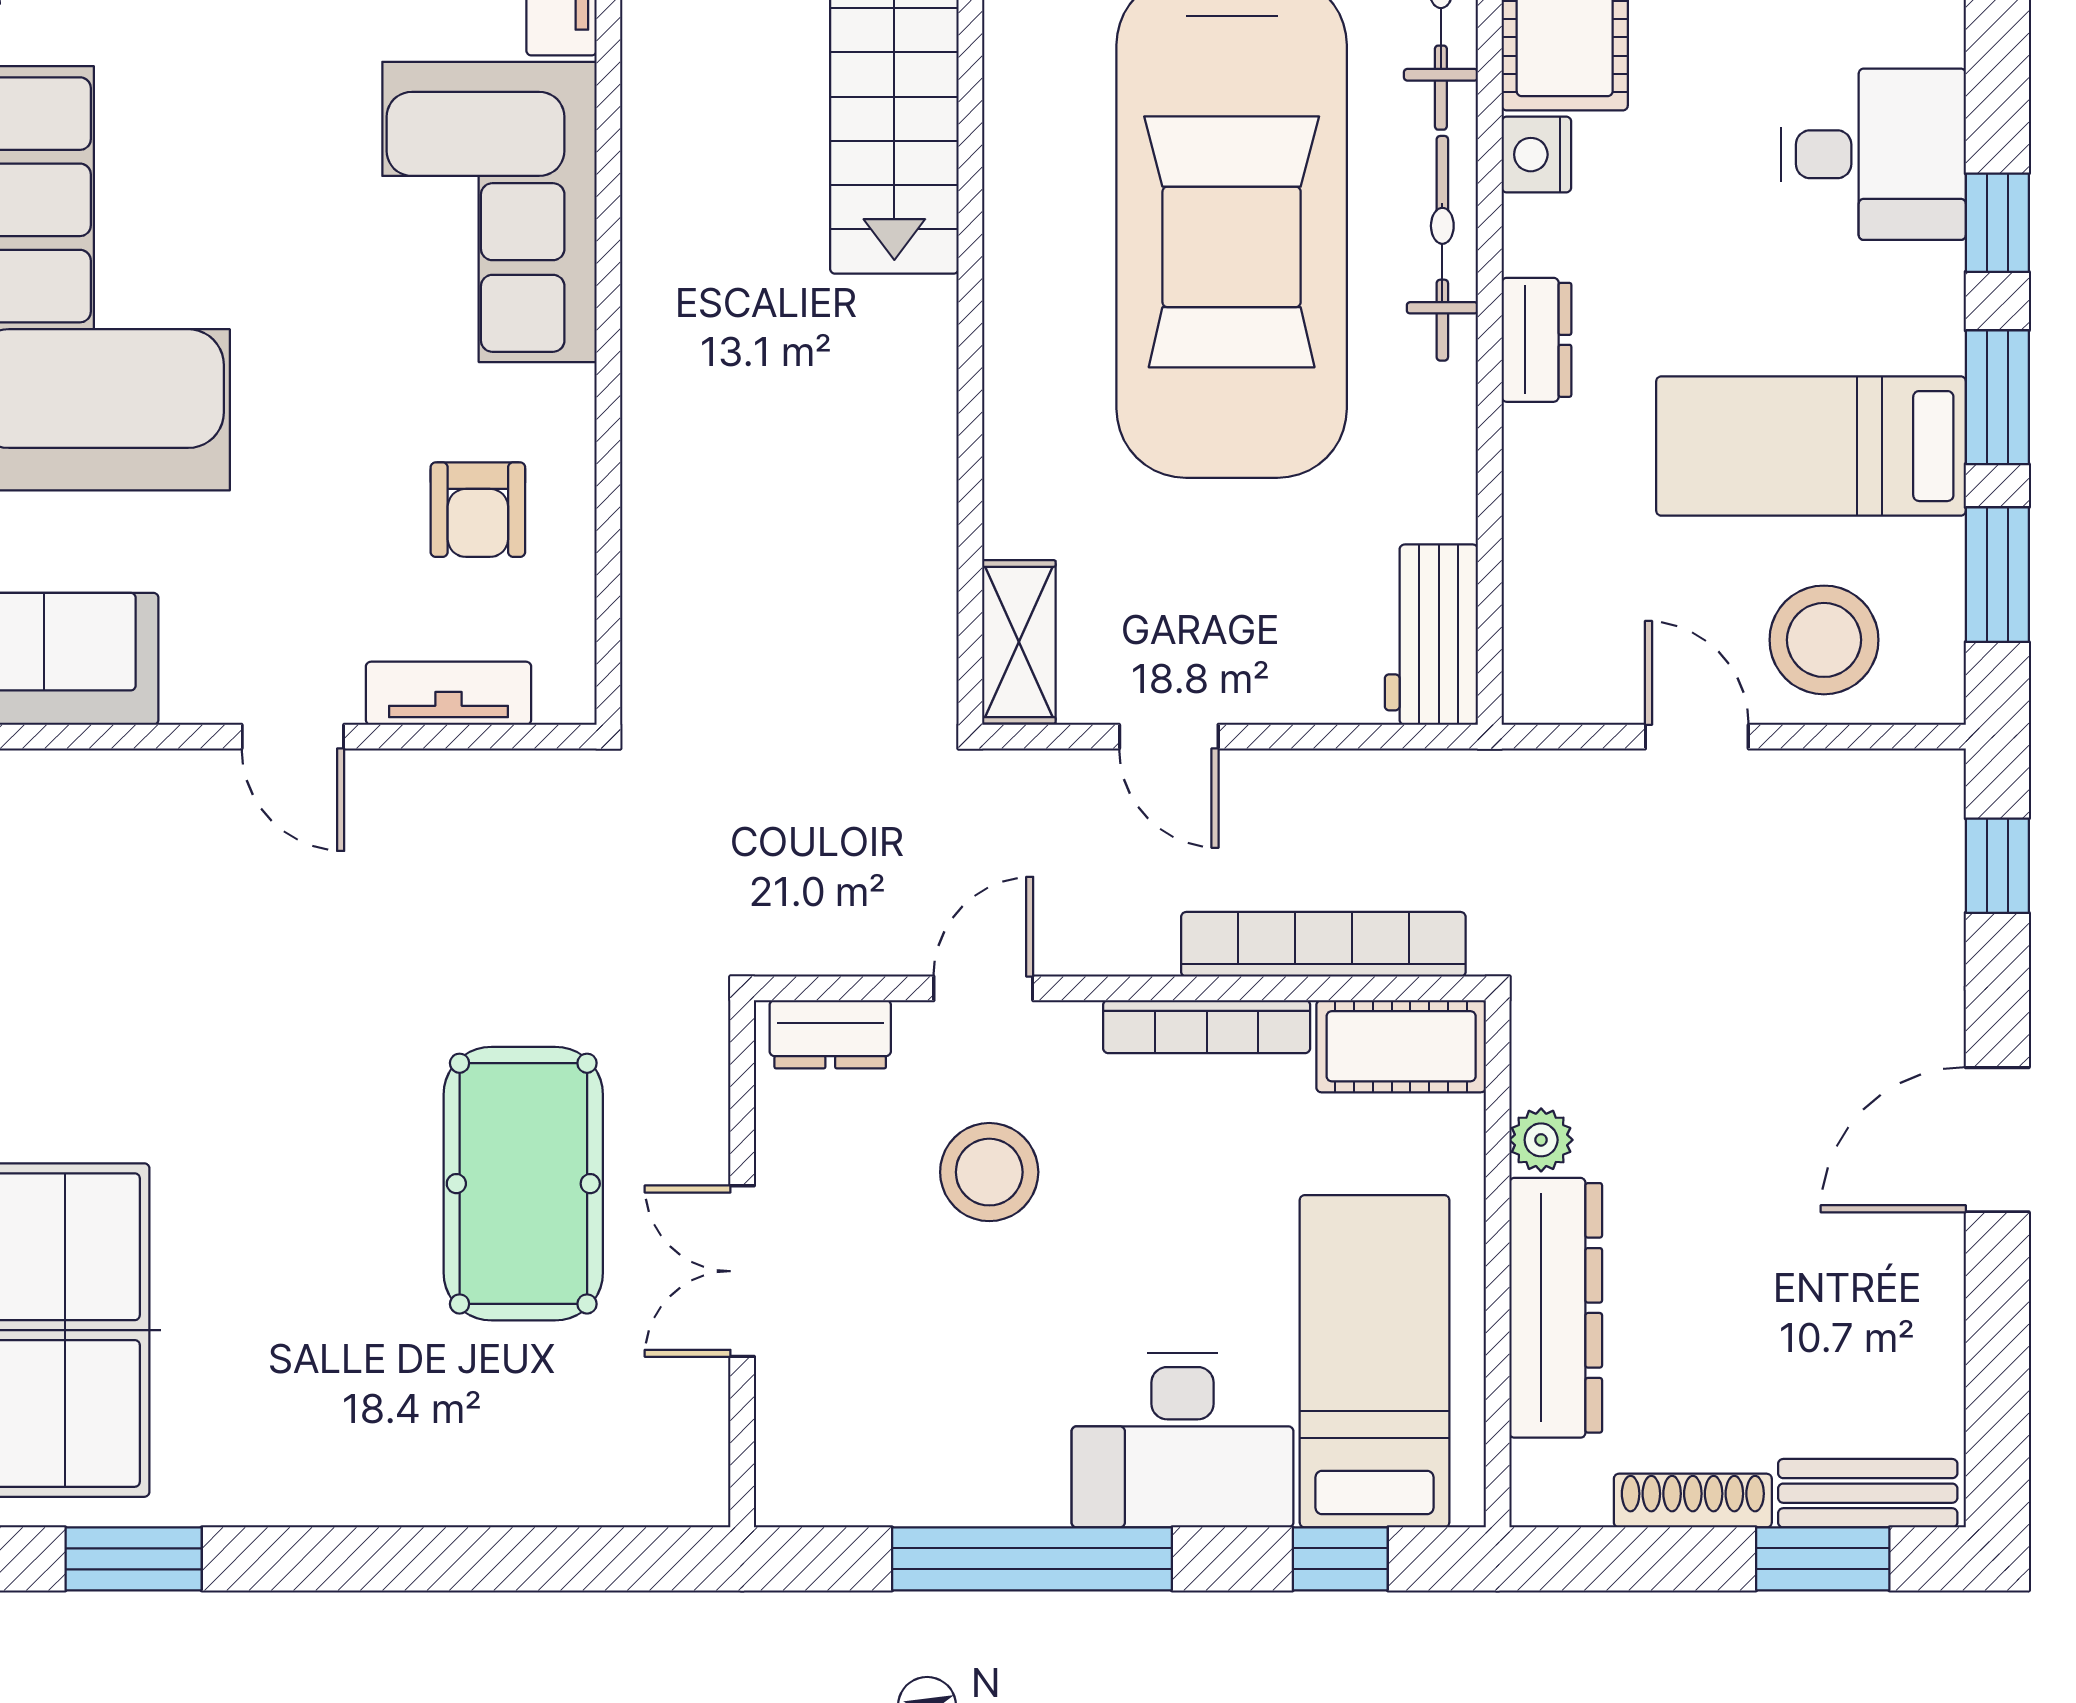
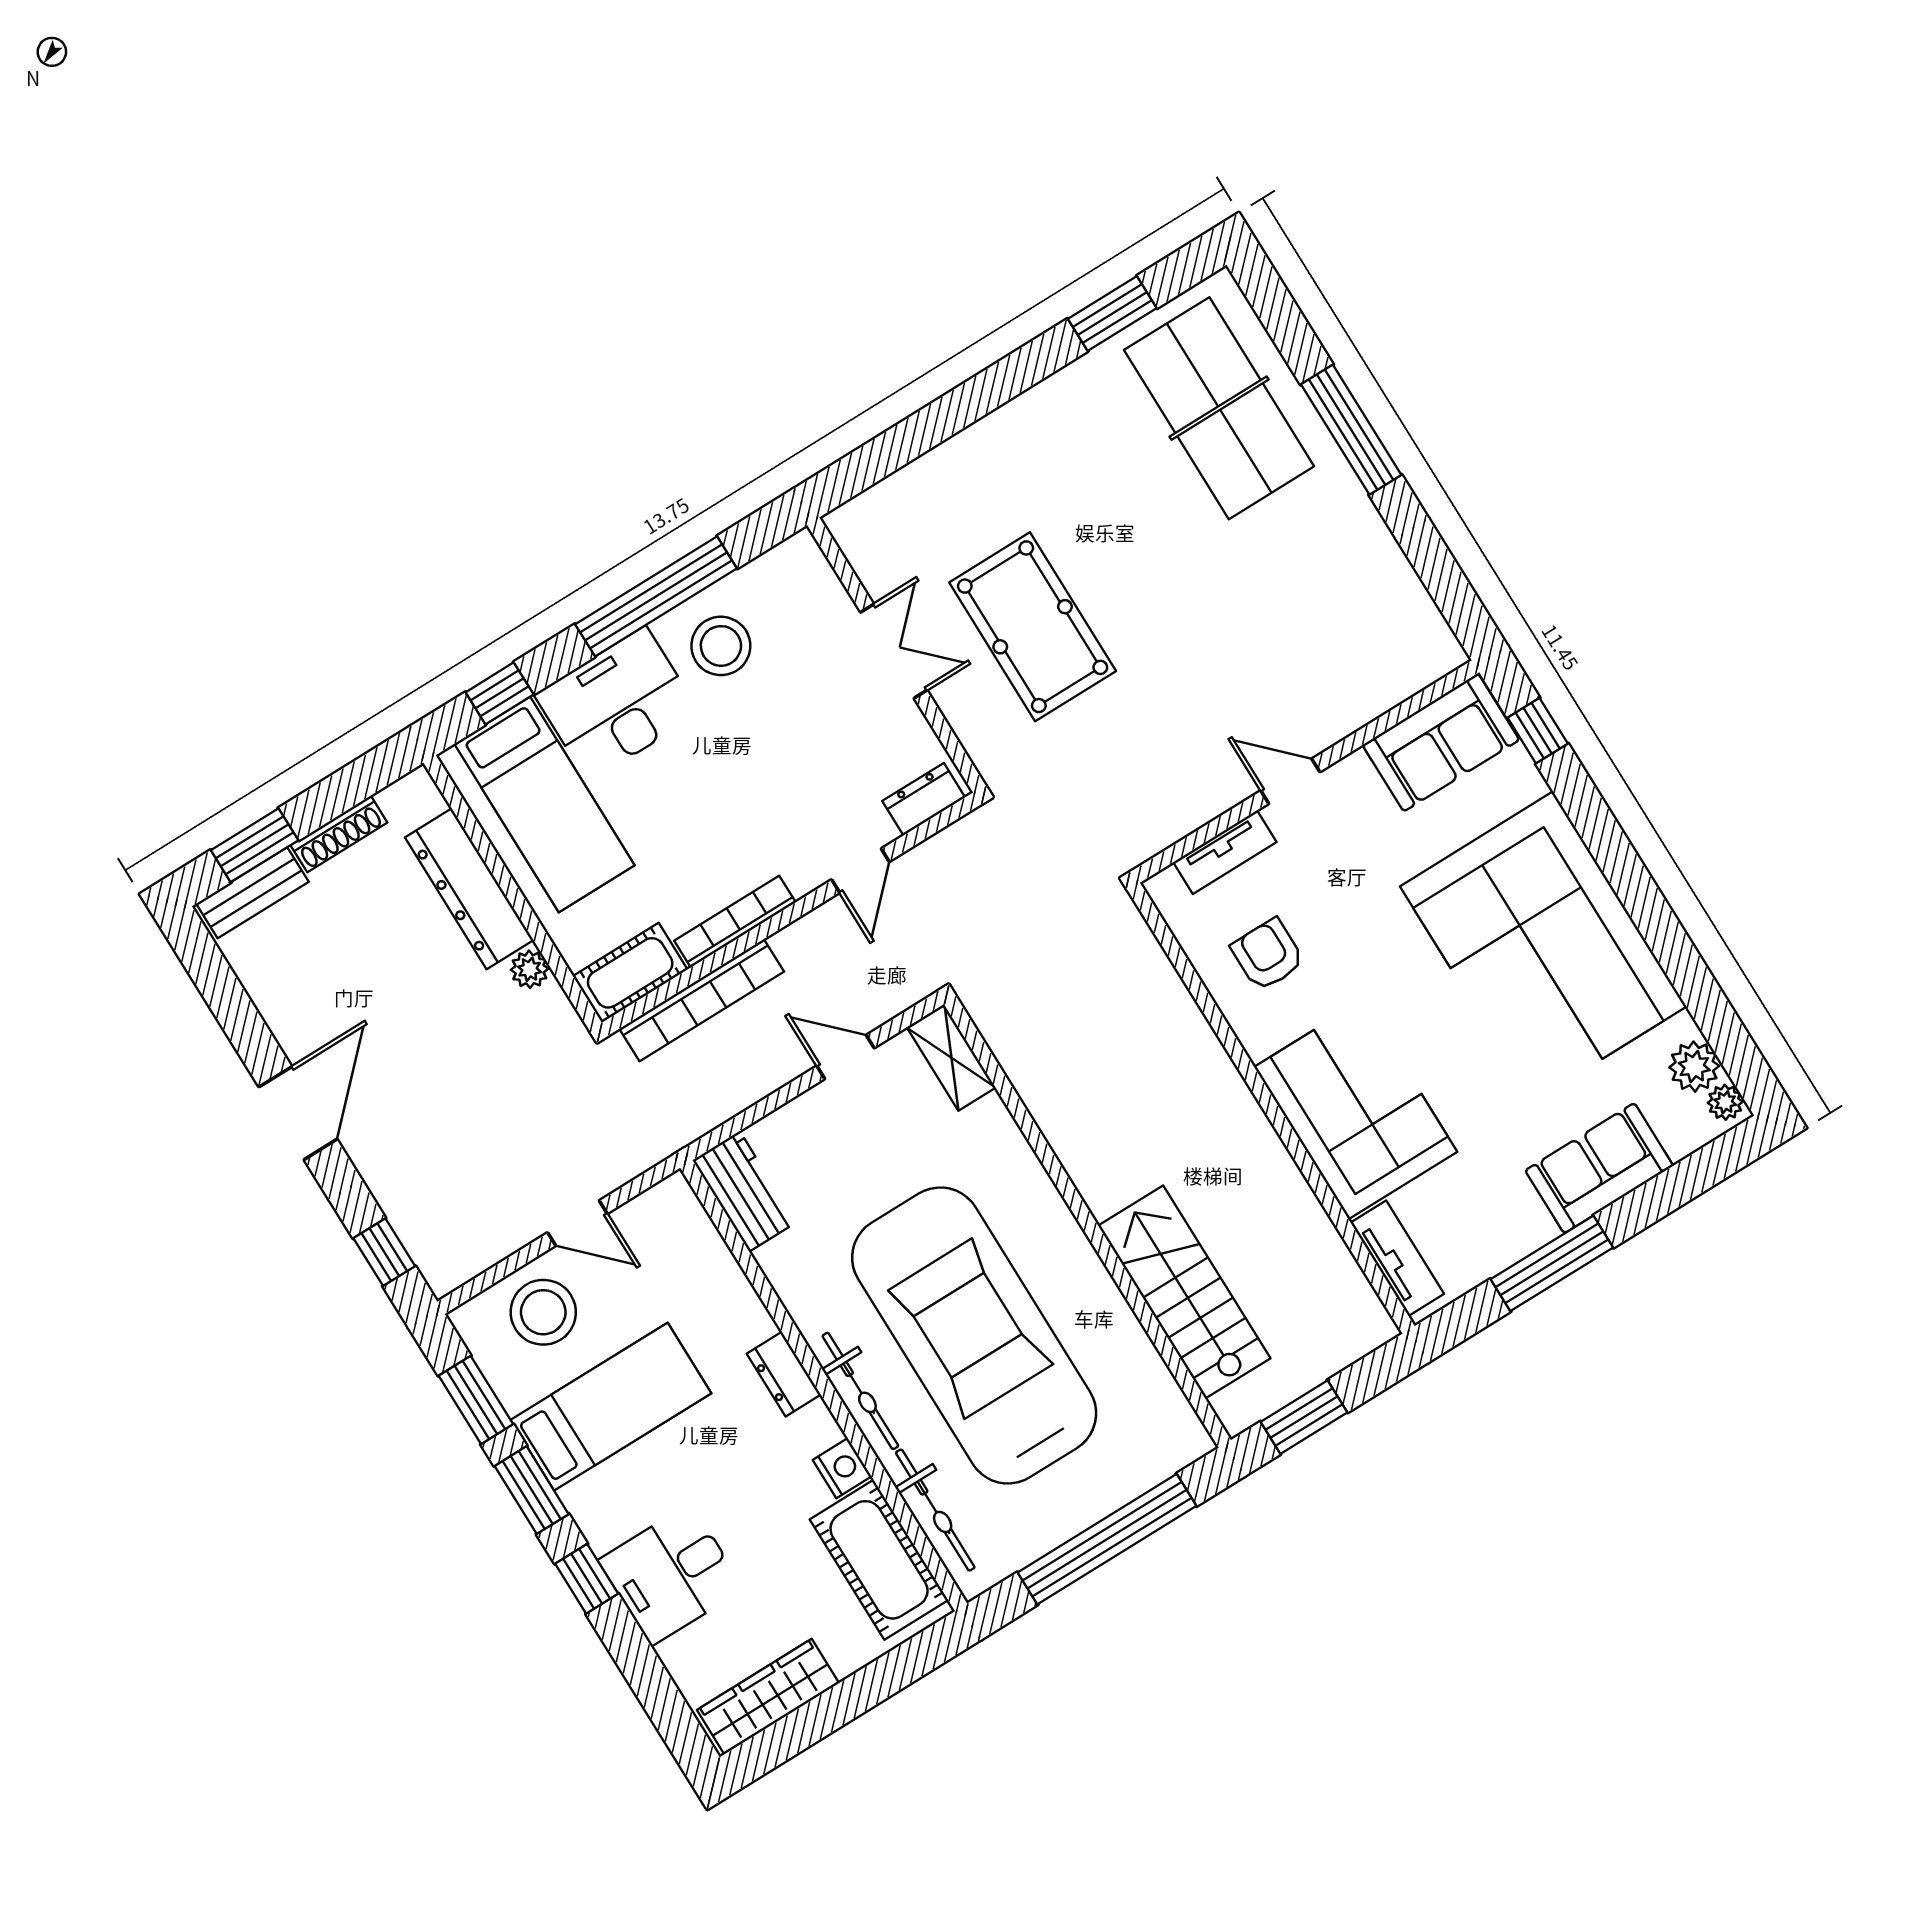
stool: (989, 1172) -> (721, 646), moved

